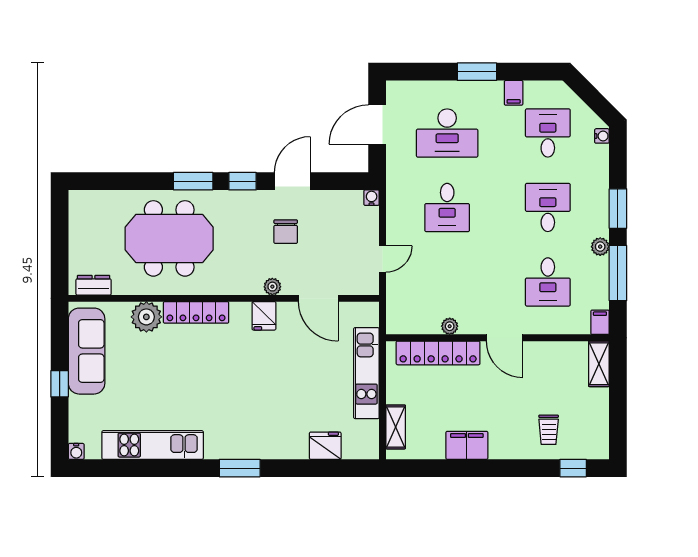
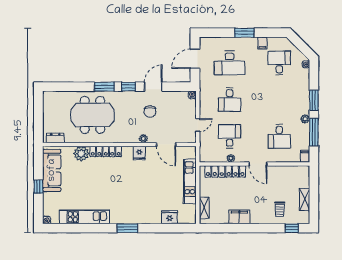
desk: (548, 207) -> (230, 136), moved
shelving: (599, 364) -> (304, 200), moved

